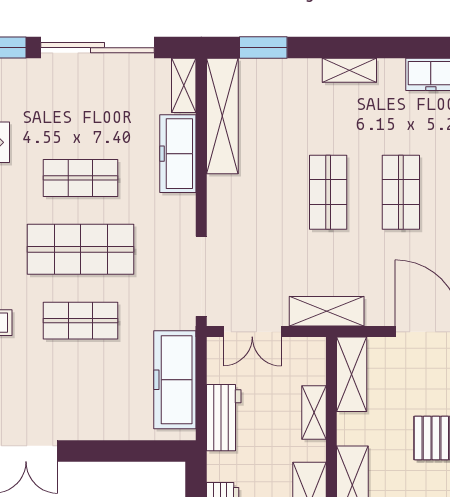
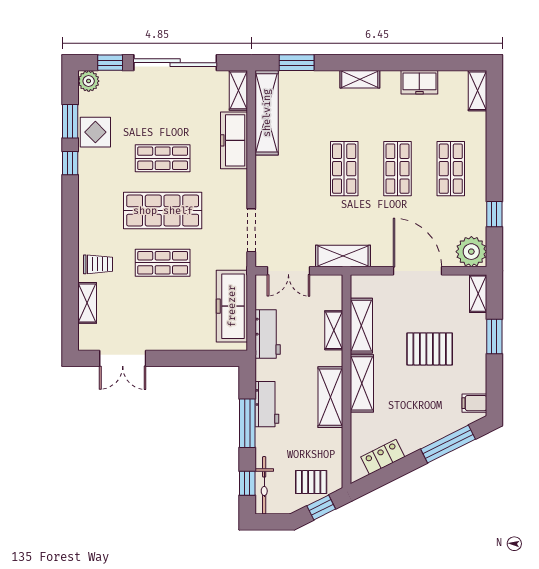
doorway: (201, 276) -> (251, 230), width x0.73
shelving: (352, 374) -> (361, 326), moved

